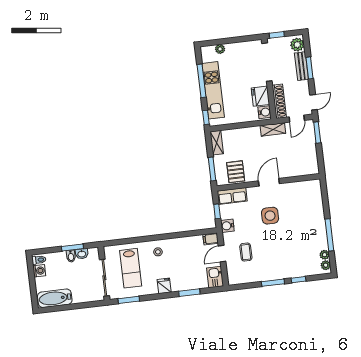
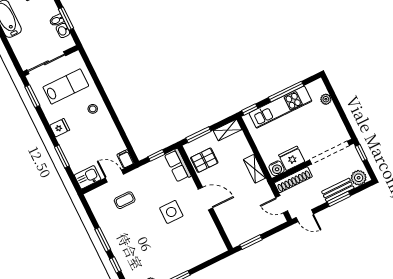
shelving: (273, 129) -> (255, 169), moved
window: (317, 133) -> (251, 242), moved
water cooler: (227, 226) -> (145, 171), removed
lab bench: (131, 268) -> (66, 87), turned 180

